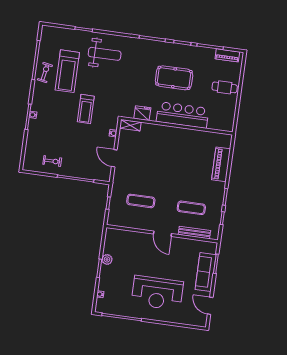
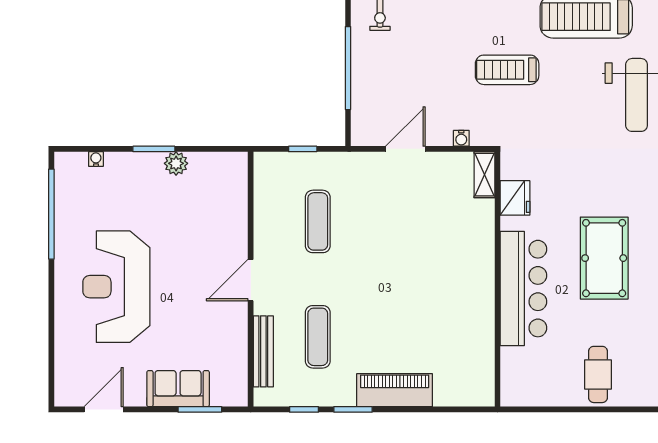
piano: (221, 164) -> (395, 390), moved
sofa: (206, 272) -> (178, 389), width x0.73

